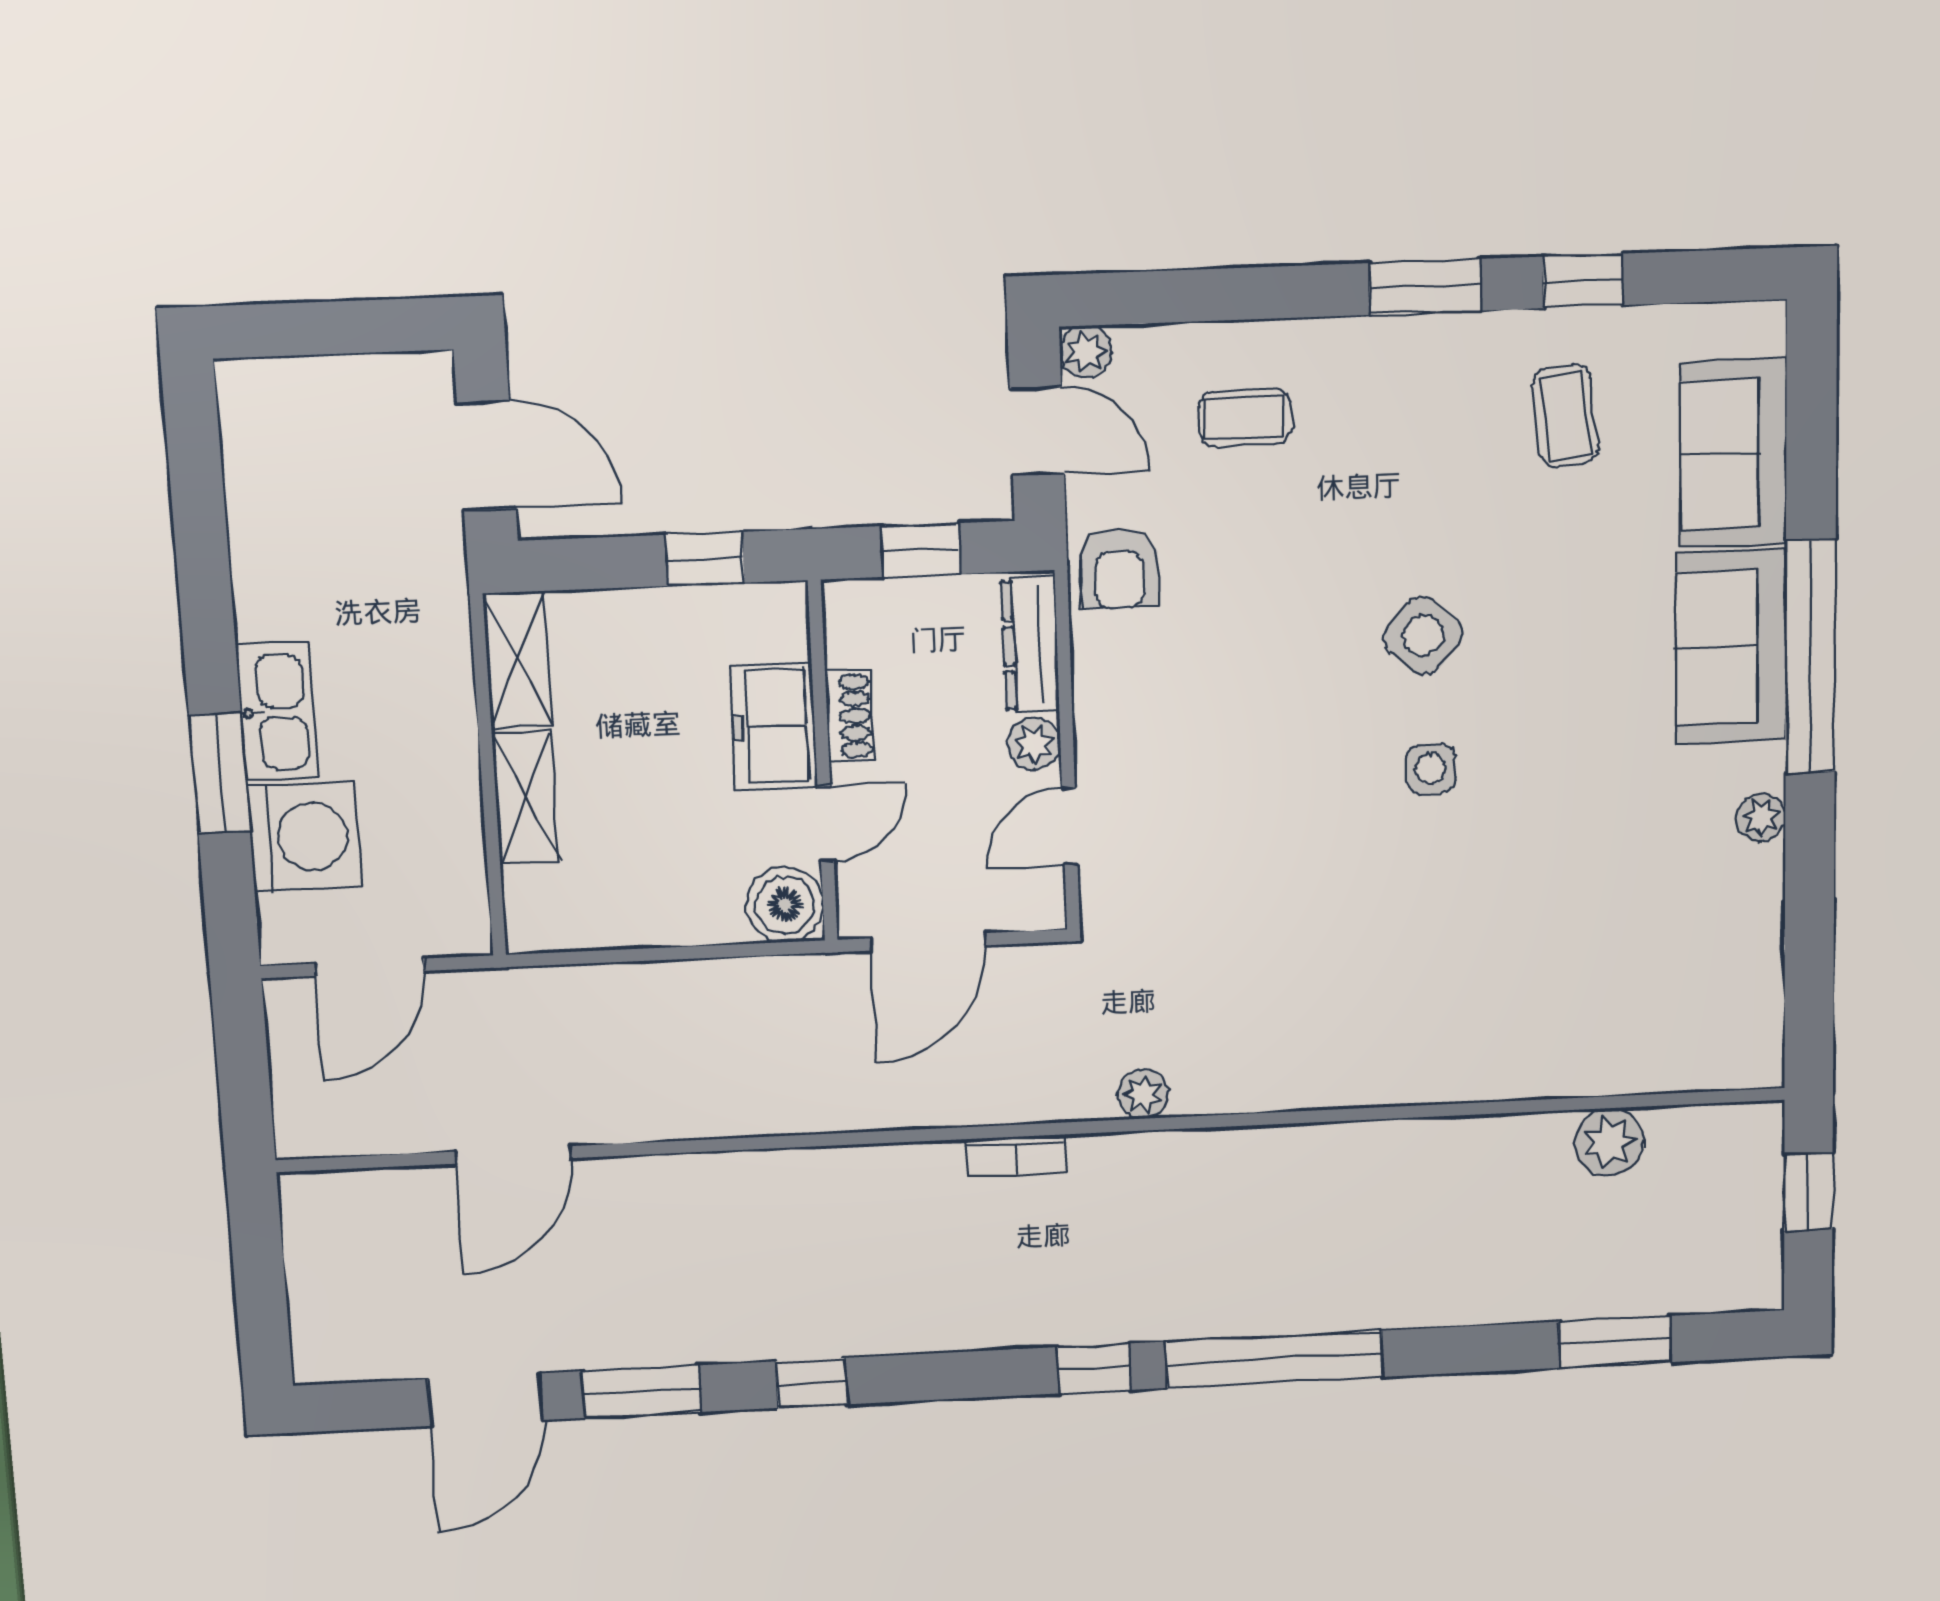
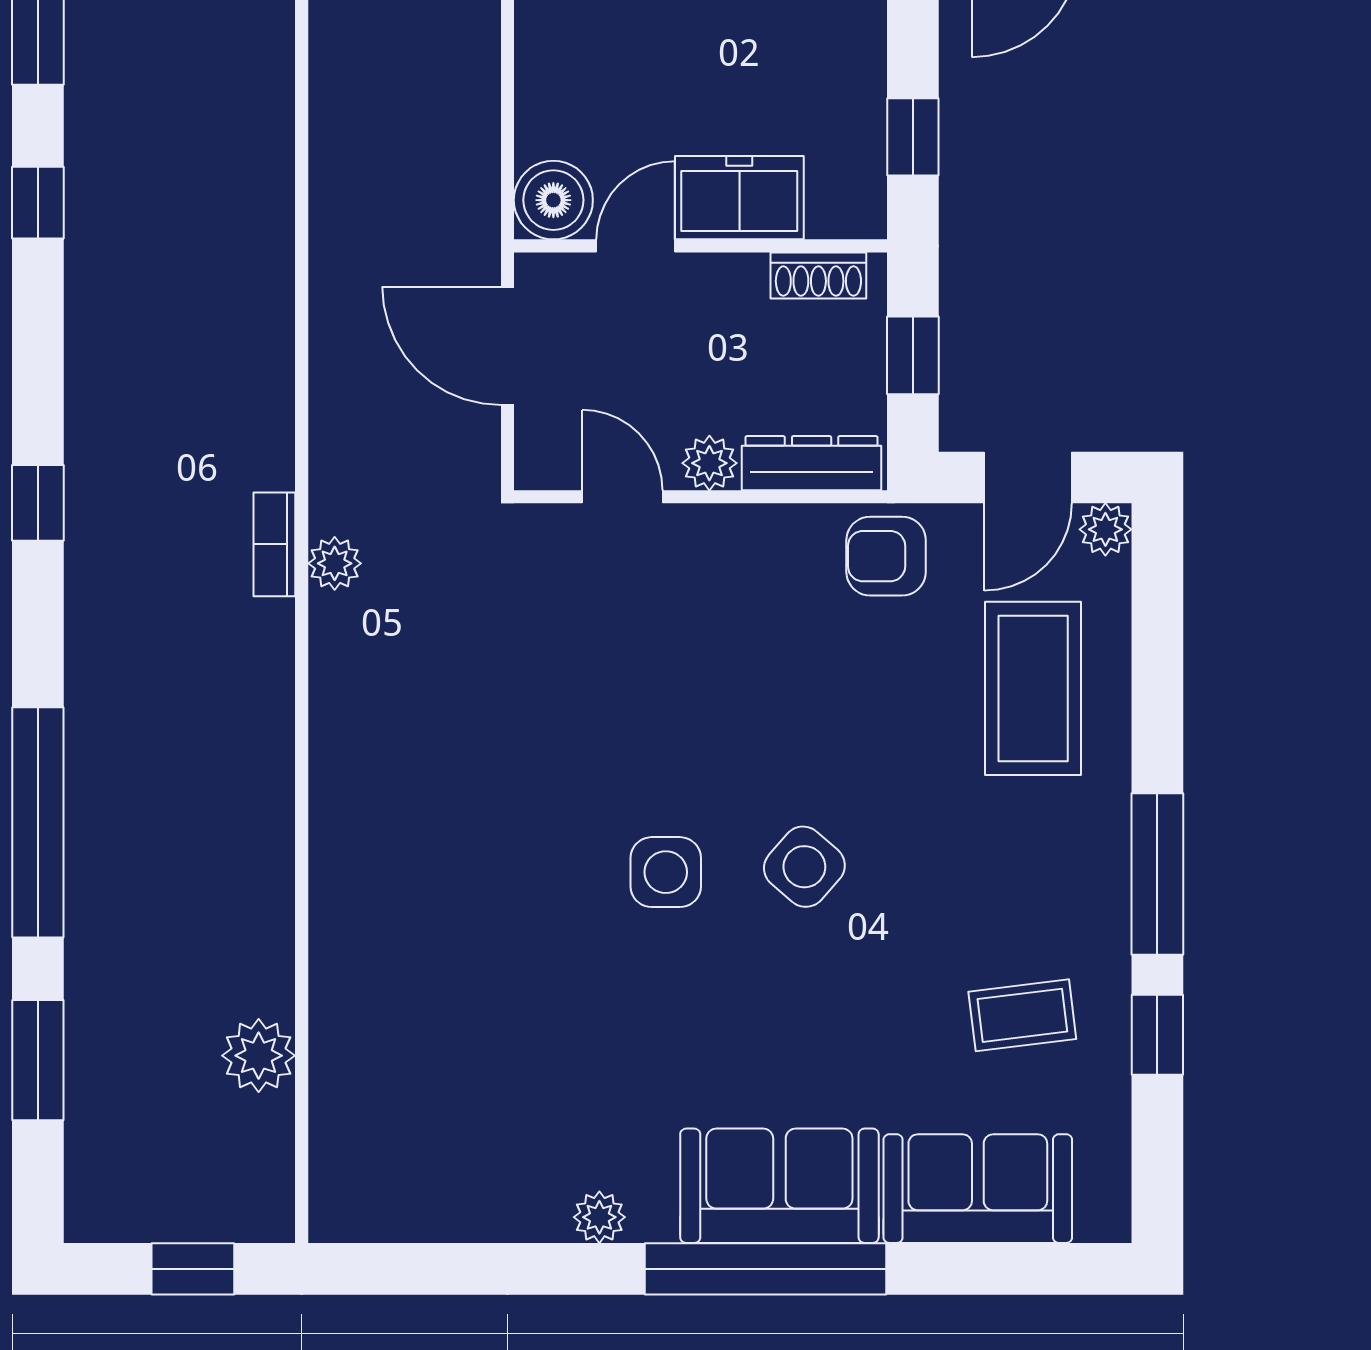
window: (1425, 287) -> (1157, 874), width x1.44
coffee table: (1245, 418) -> (1033, 688), width x1.86, depth x1.72
shoe rack: (850, 716) -> (818, 276), moved
side table: (1431, 769) -> (666, 872), width x1.37, depth x1.37
door: (826, 824) -> (636, 246), swing flipped
bookcase: (1016, 1156) -> (274, 544), moved
window: (1274, 1359) -> (38, 822), moved

